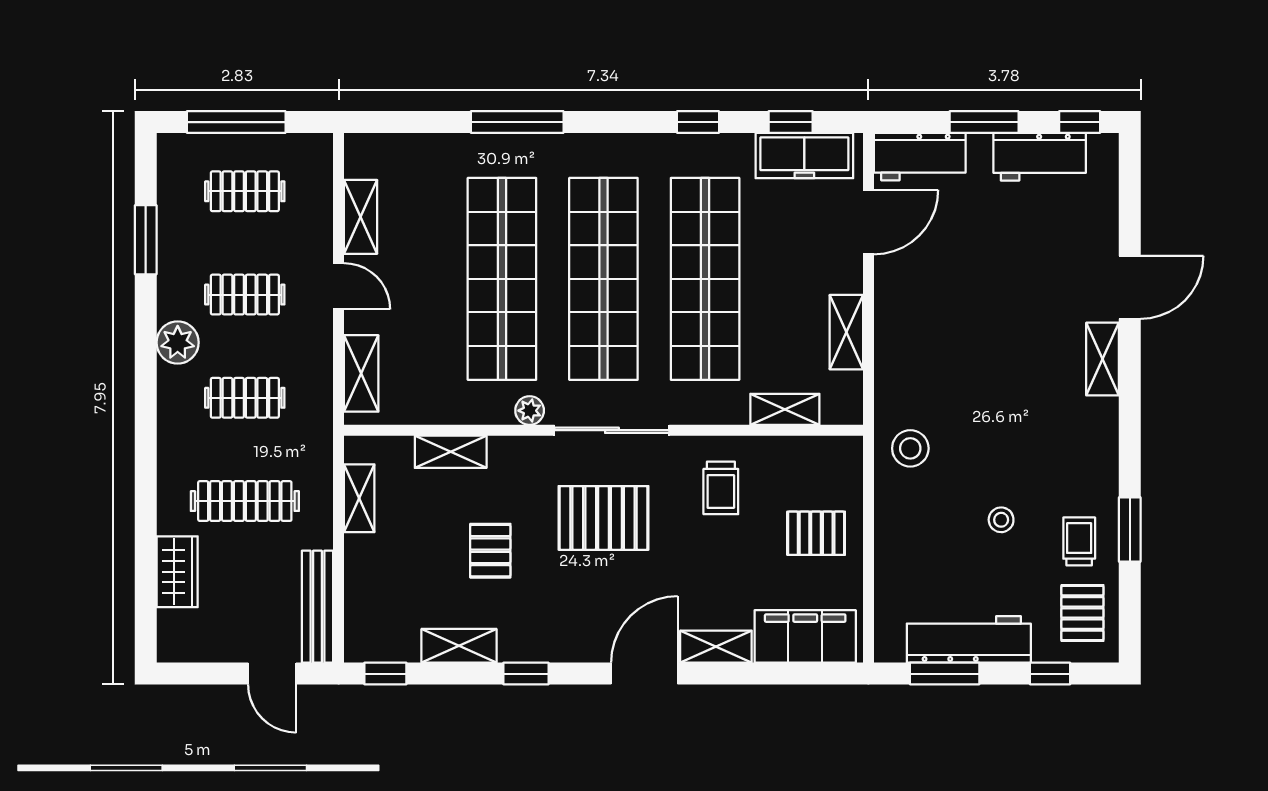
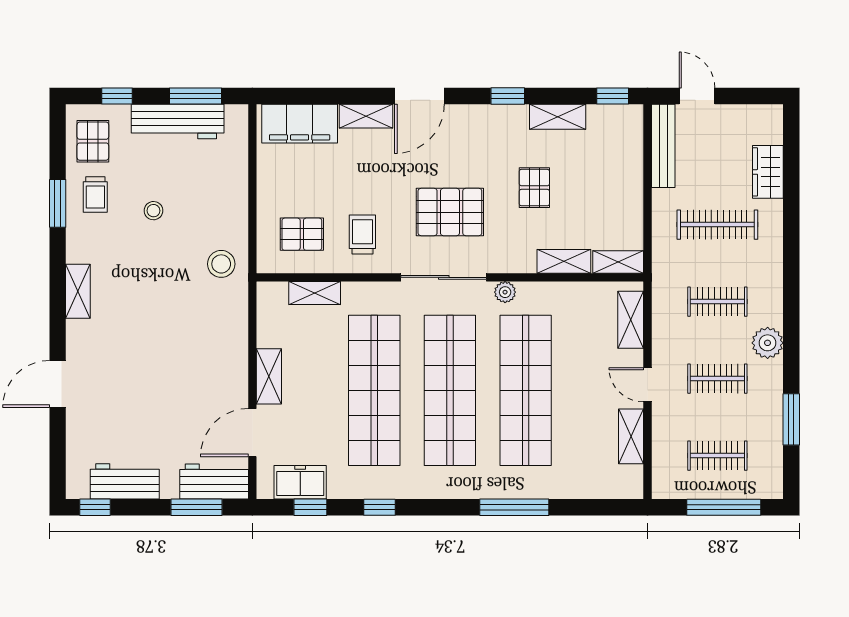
window: (984, 122) -> (197, 507), moved
freezer: (804, 156) -> (300, 482), width x0.71
shelving: (846, 332) -> (269, 376), moved
shelving: (1103, 359) -> (78, 291), moved
shelving: (359, 498) -> (618, 262), moved, turned 90
pallet: (816, 533) -> (302, 234), moved

